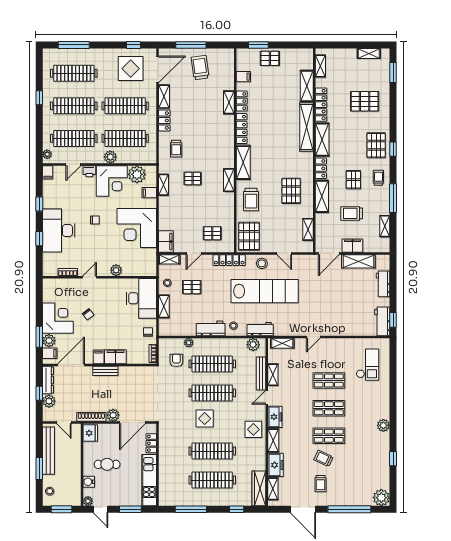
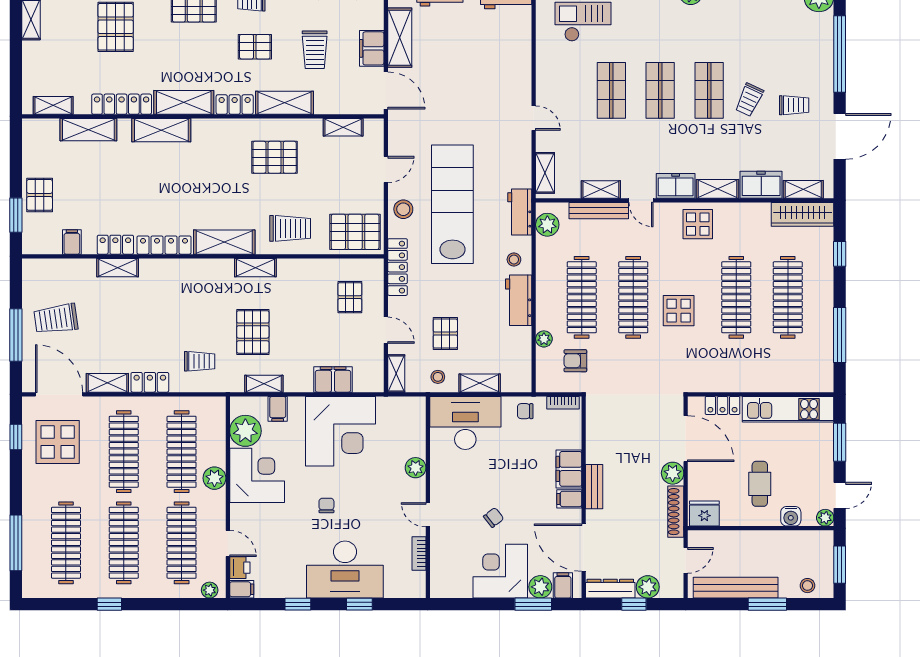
shelving: (306, 127) -> (161, 130), width x0.68
printer: (89, 171) -> (240, 568), moved
pallet: (193, 179) -> (253, 332), width x1.50, depth x1.42
filing cabinet: (166, 242) -> (333, 379), moved

